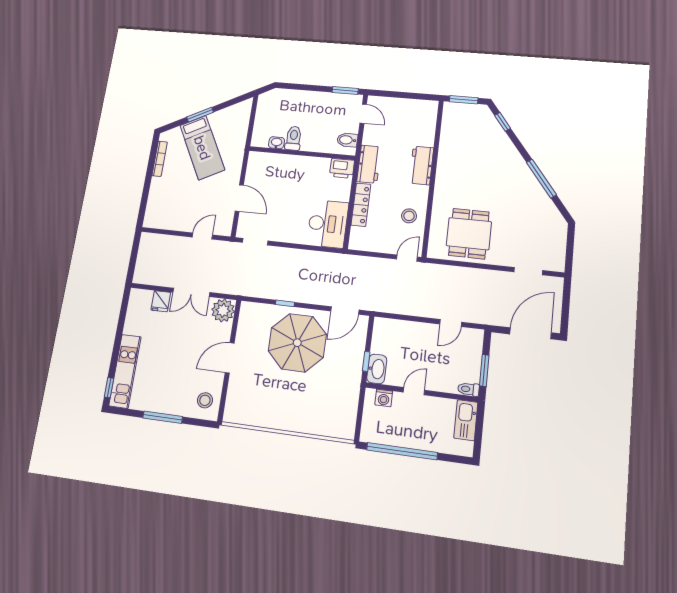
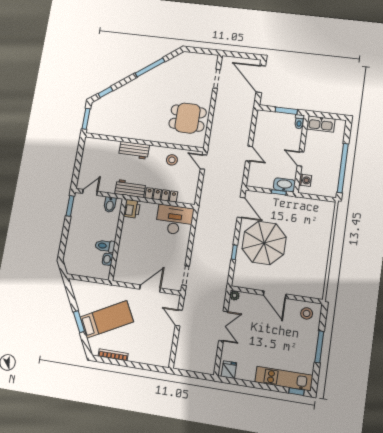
fridge: (161, 301) -> (229, 370), moved, turned -90
plant: (223, 310) -> (235, 295), width x0.53, depth x0.53
door: (451, 323) -> (249, 154), moved

